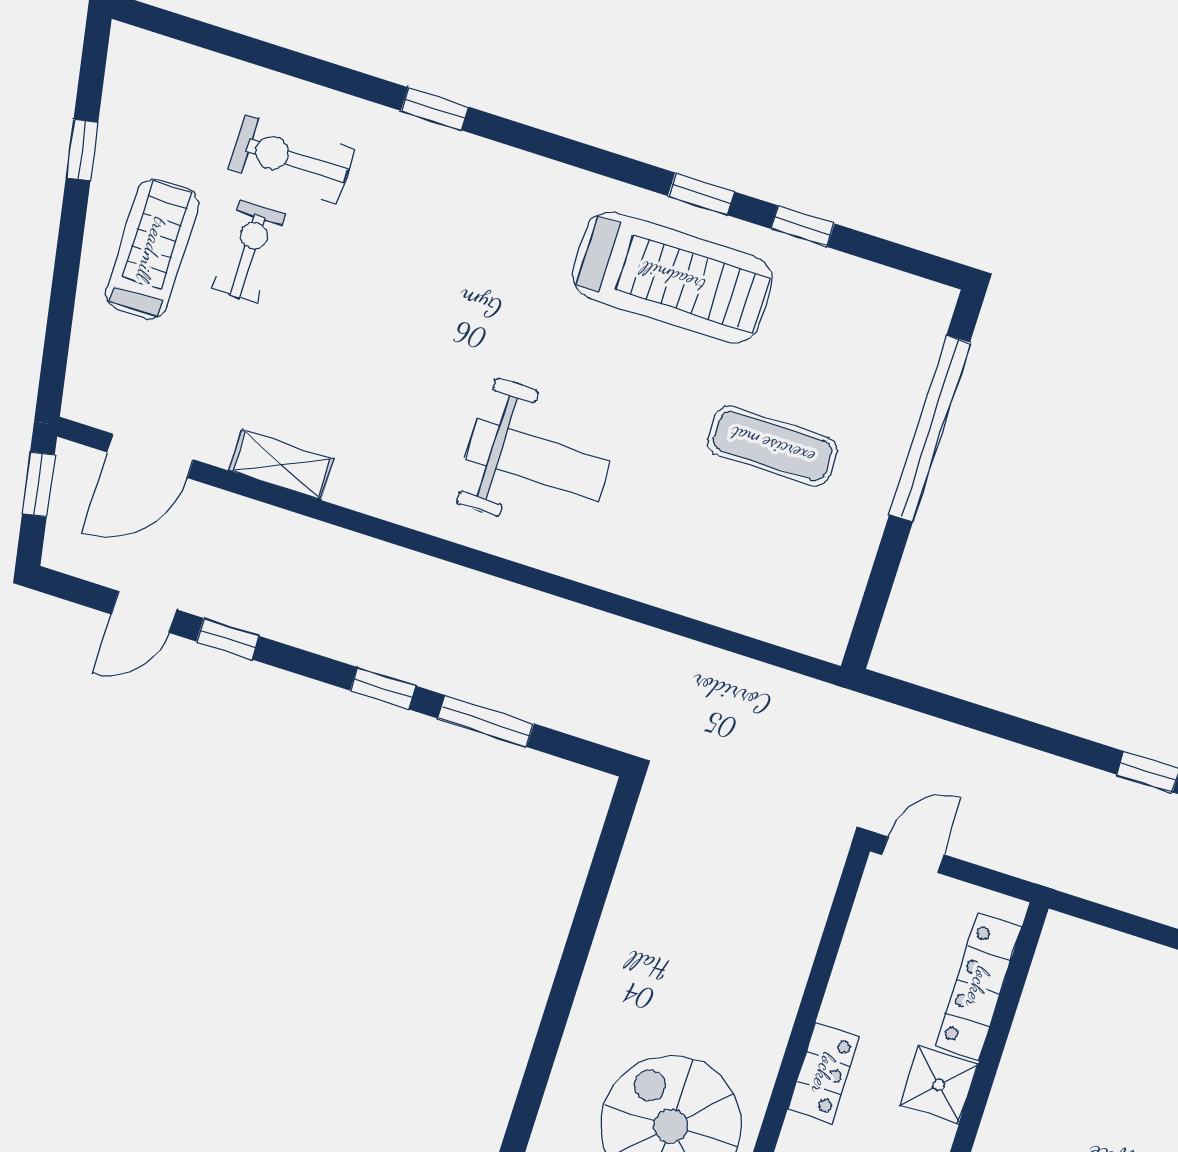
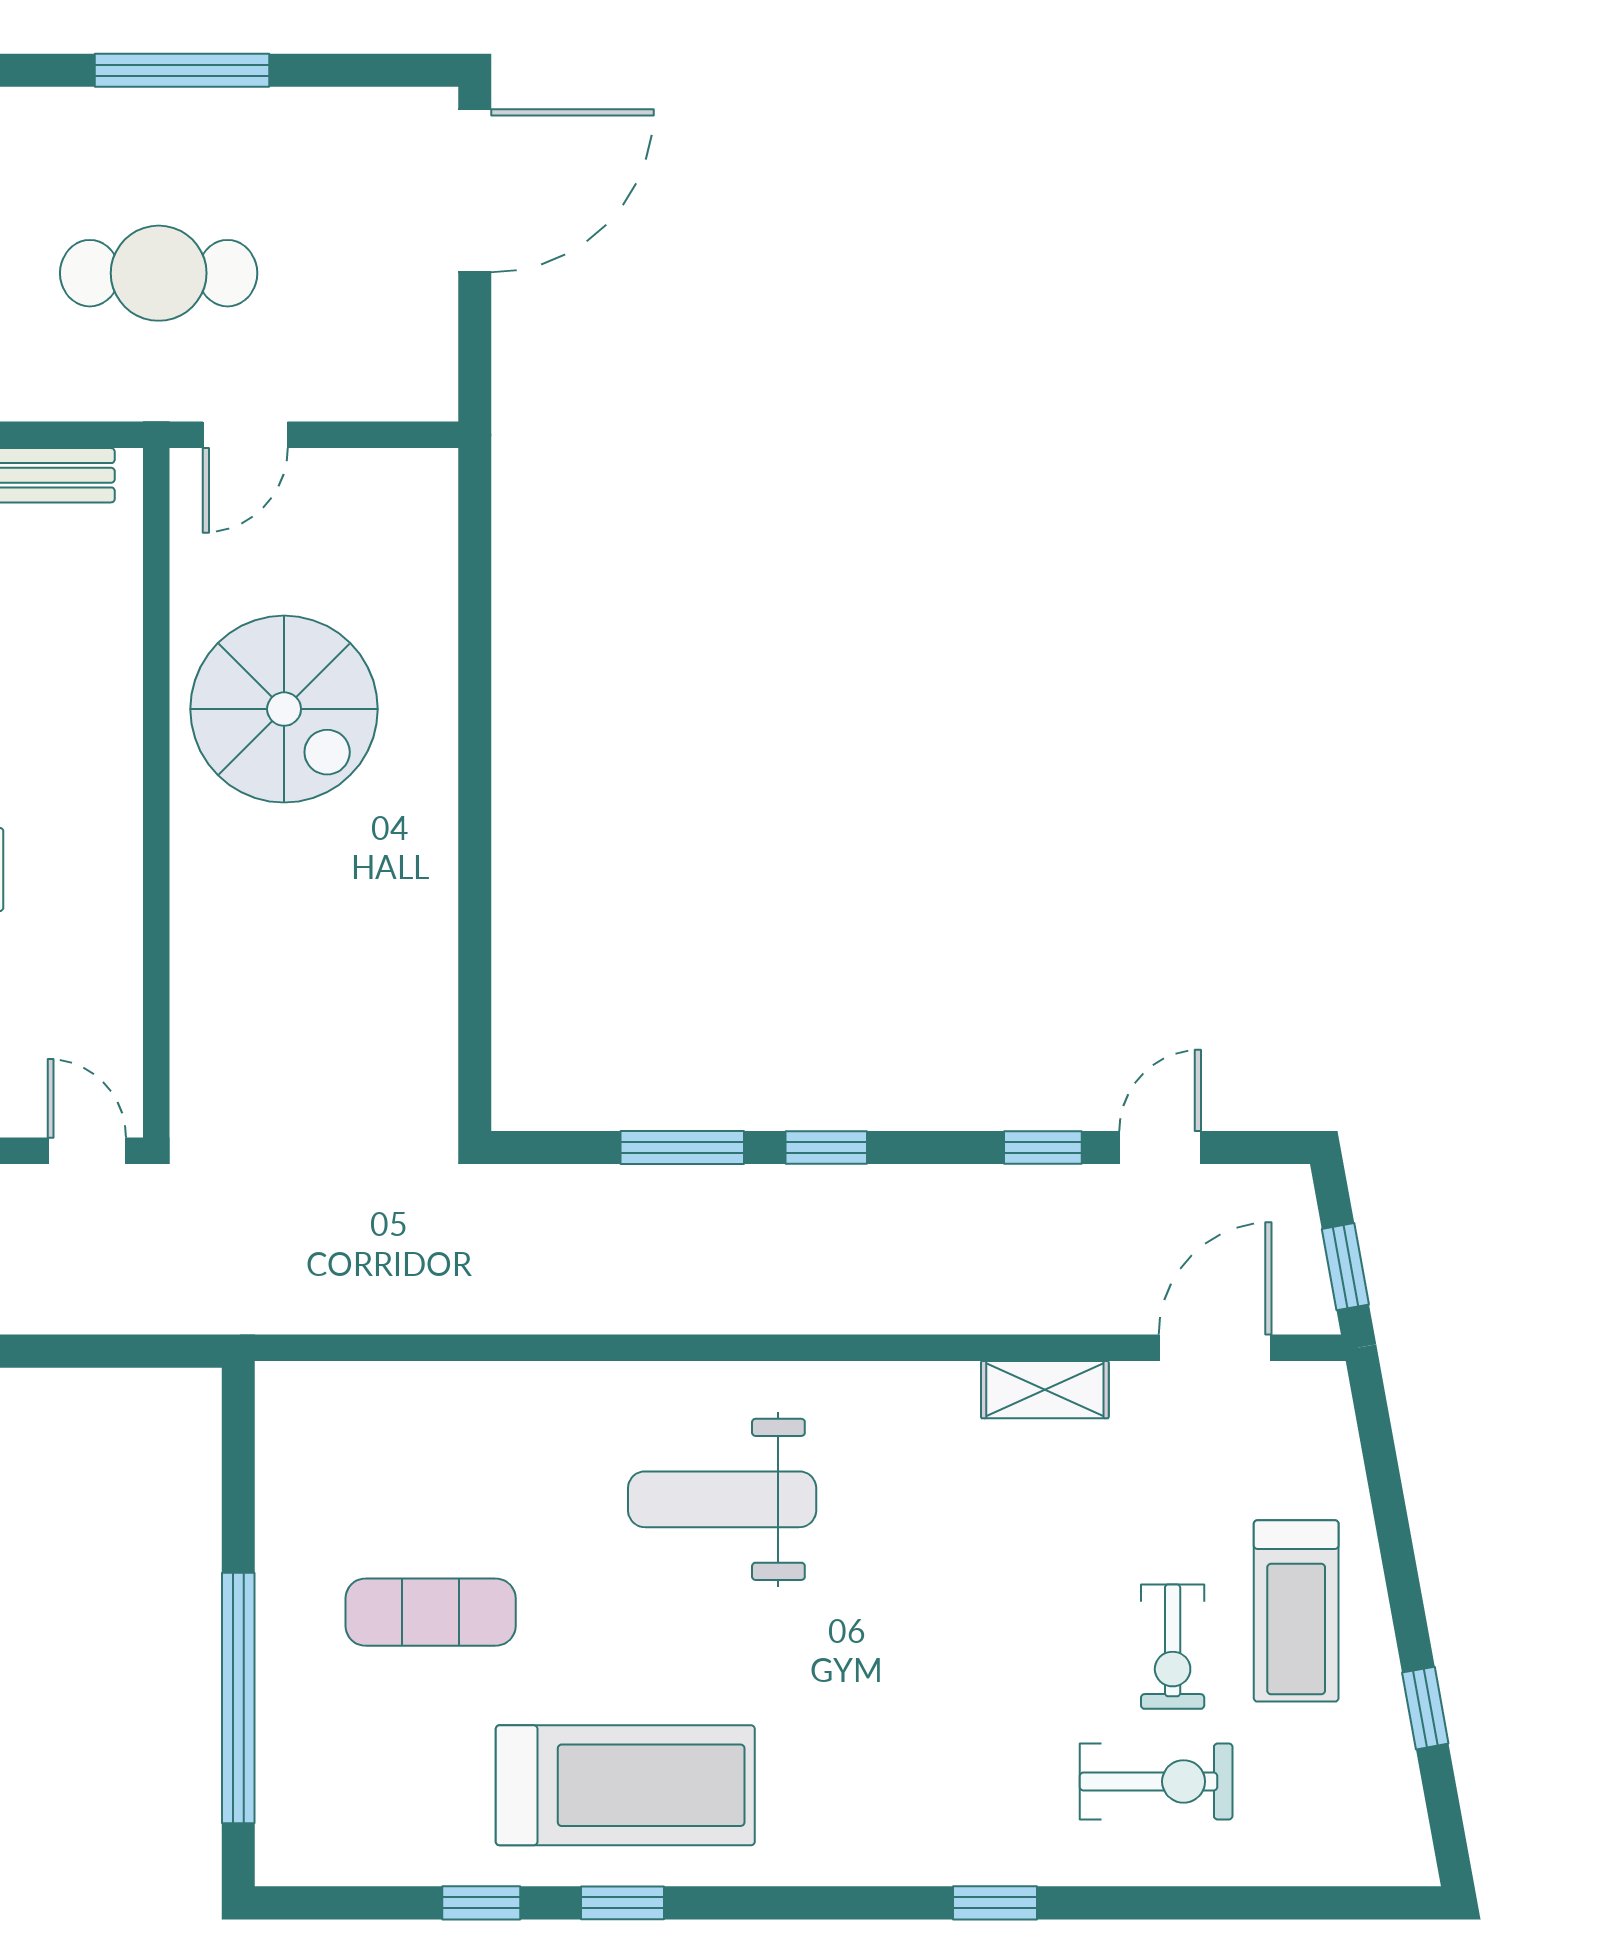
treadmill: (673, 277) -> (625, 1785), turned 180
door: (913, 855) -> (87, 1151), swing flipped
locker: (824, 1073) -> (112, 838), removed

